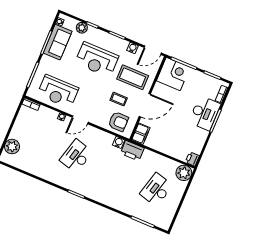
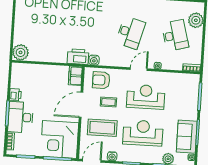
corner desk: (173, 74) -> (60, 139), width x1.36, depth x1.36
reception desk: (58, 91) -> (146, 97), moved
printer: (192, 159) -> (15, 95), moved
desk: (156, 190) -> (175, 35), moved, turned -30

